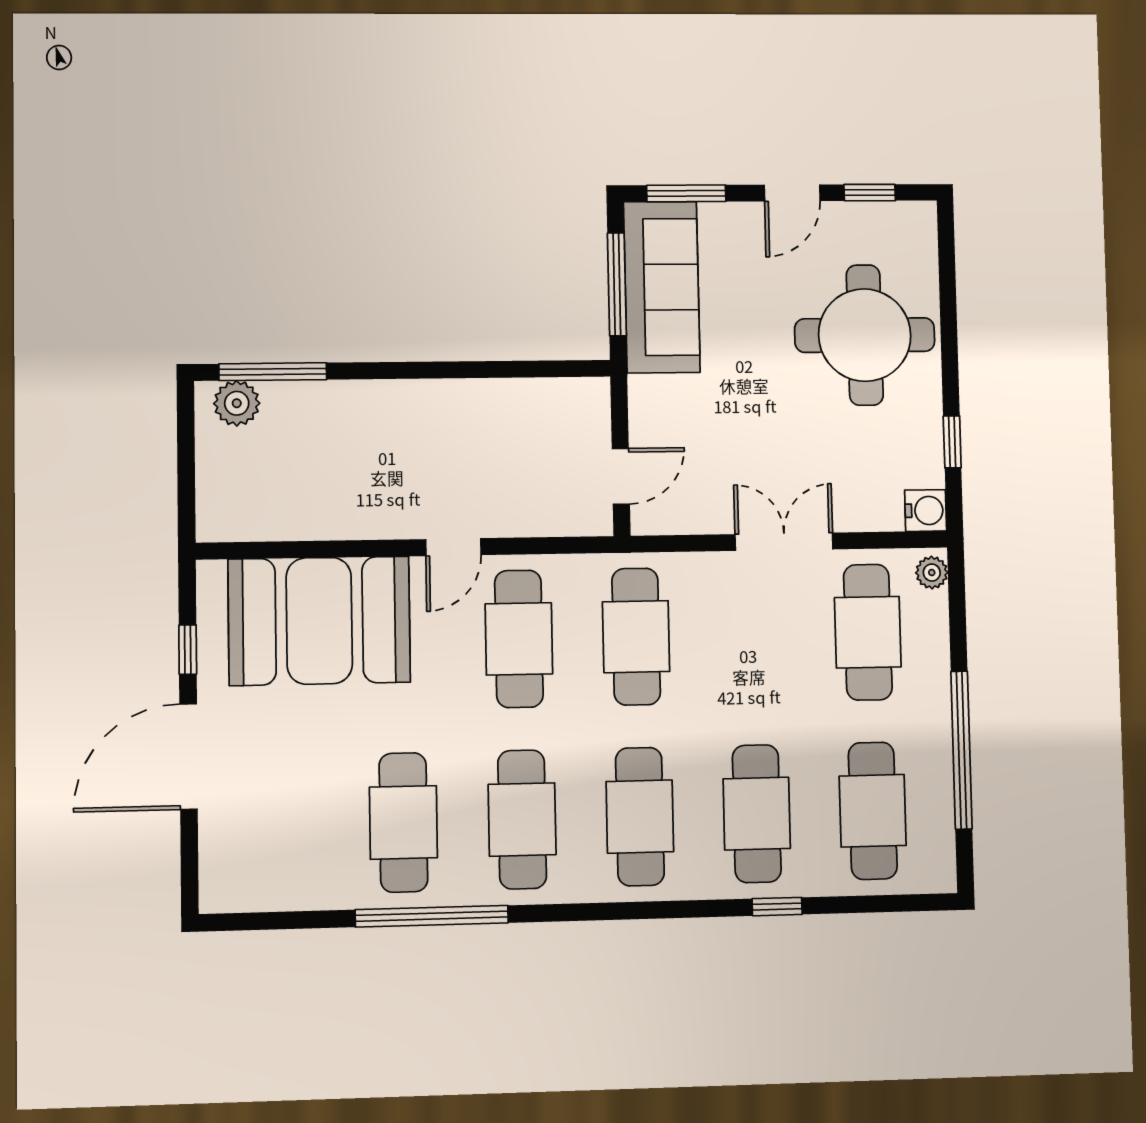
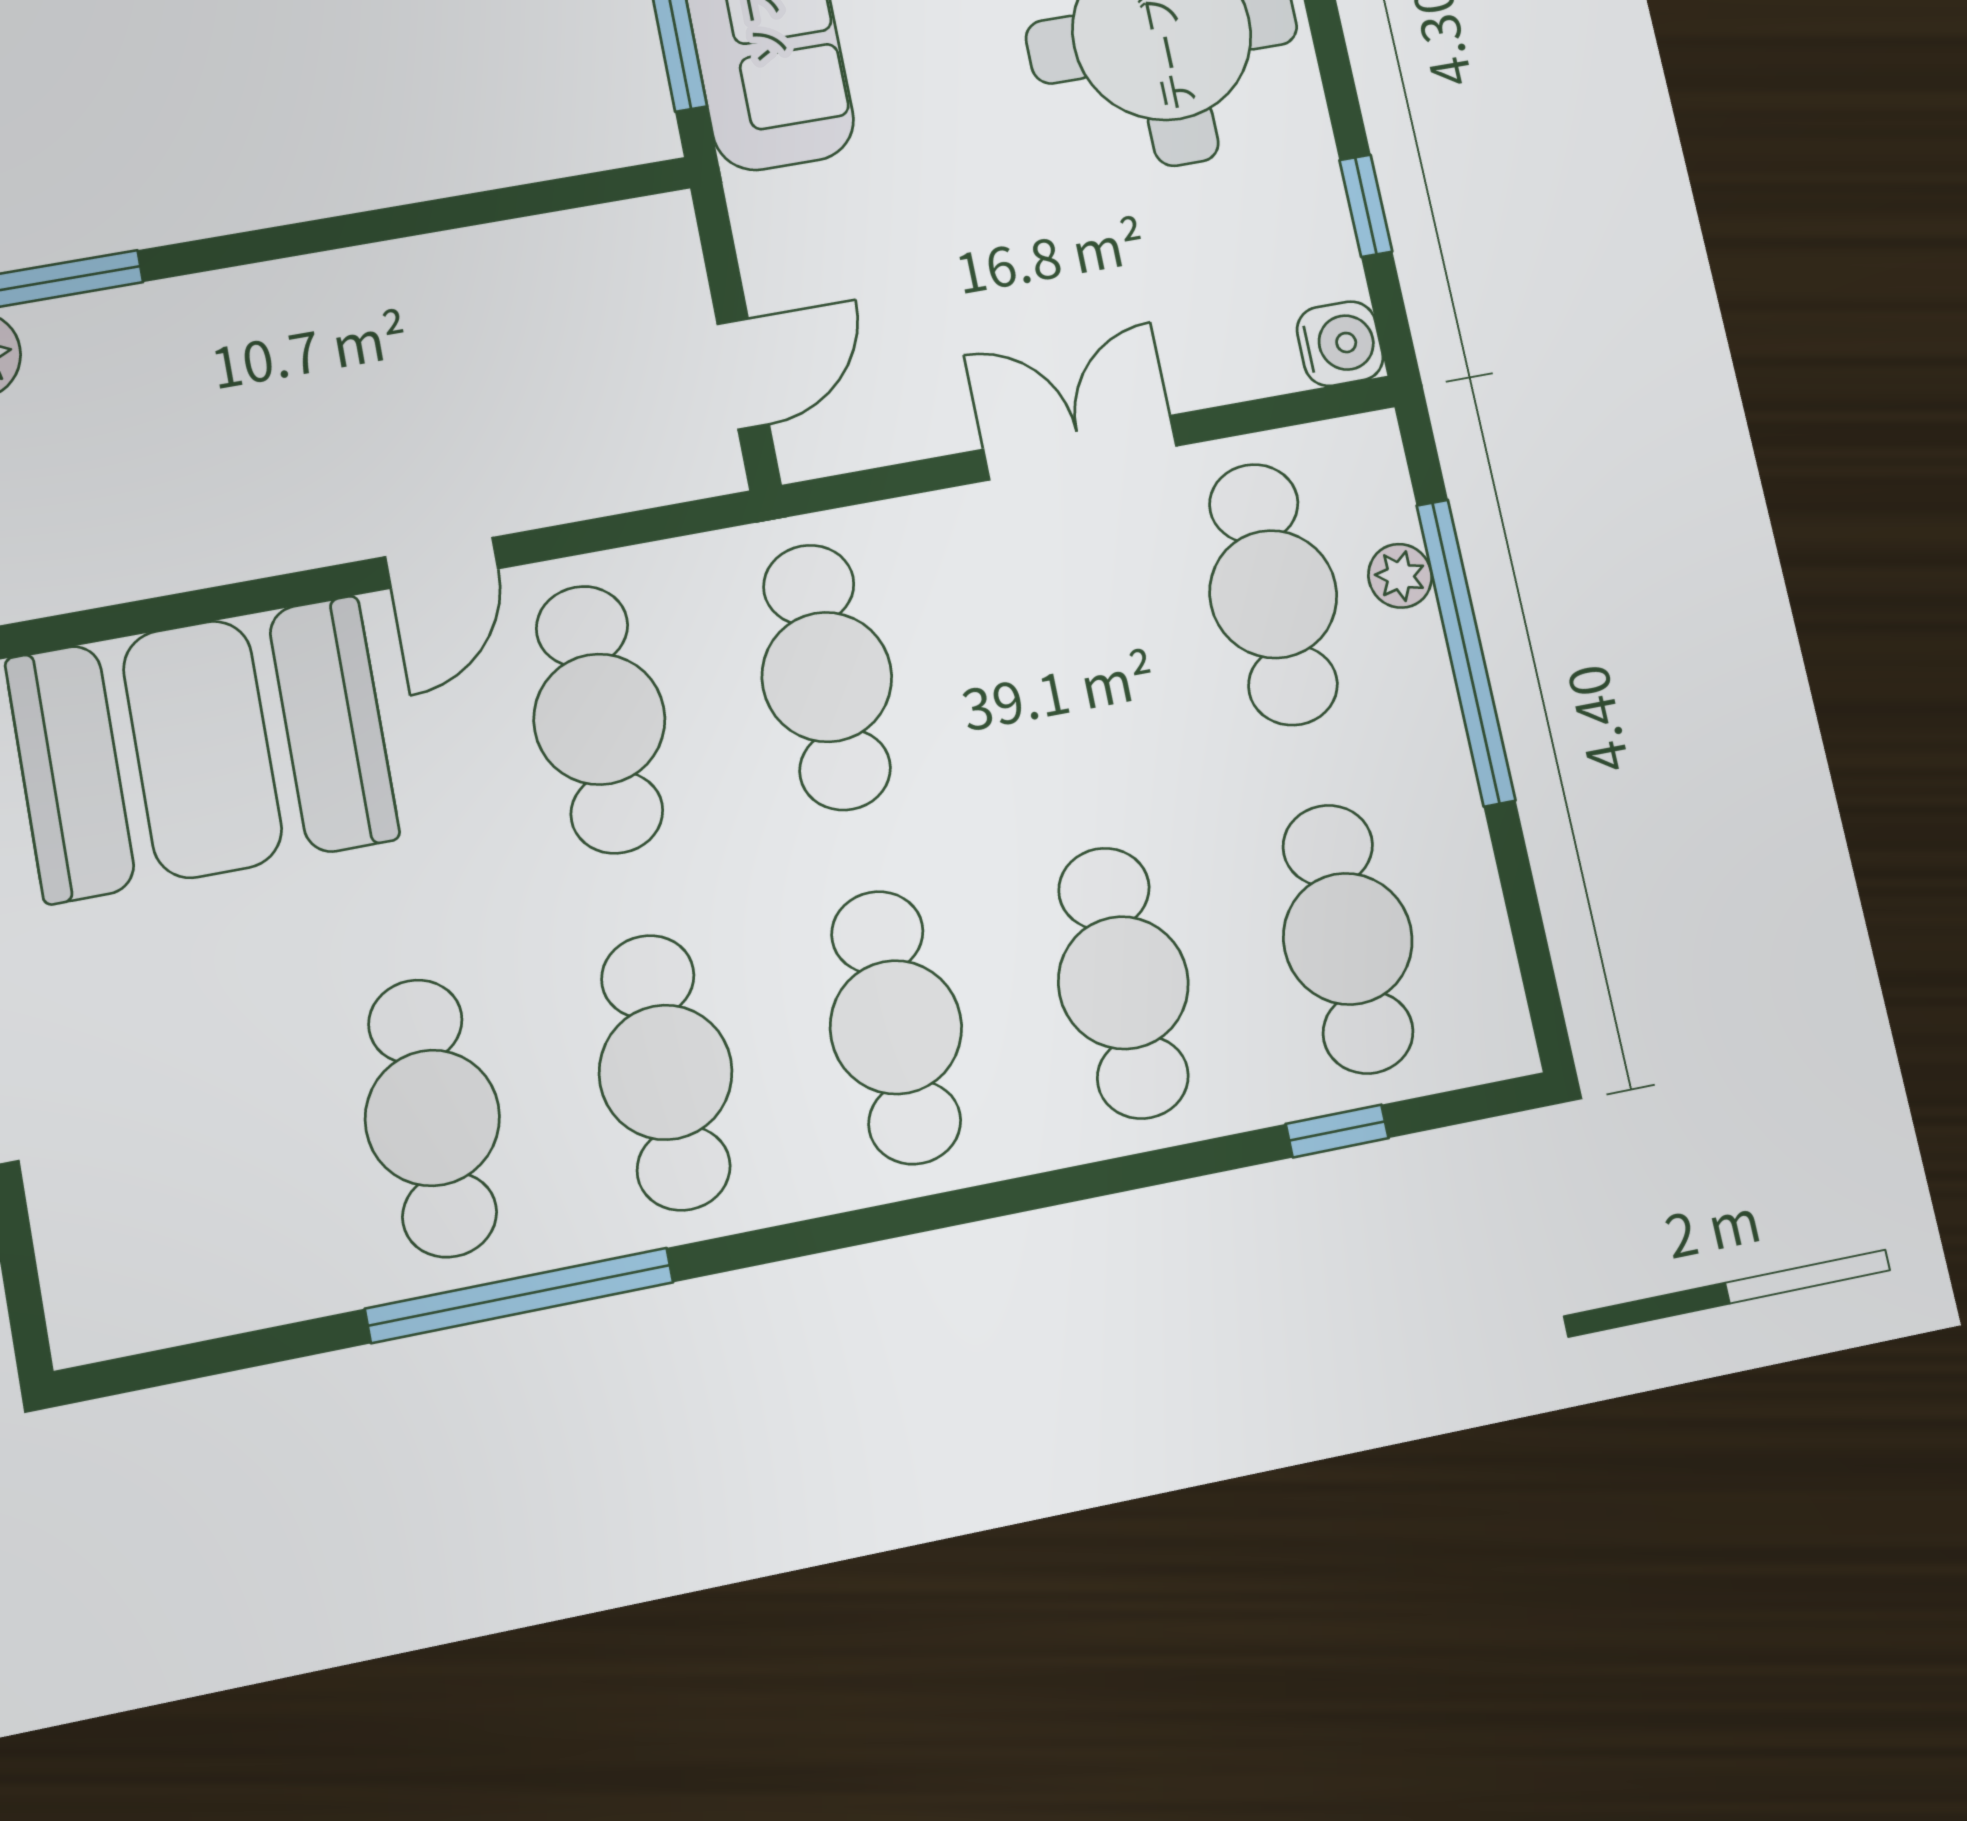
plant: (932, 573) -> (1400, 576), moved
window: (961, 750) -> (1466, 652), moved
window: (777, 907) -> (1337, 1131), moved

